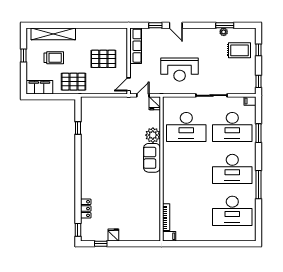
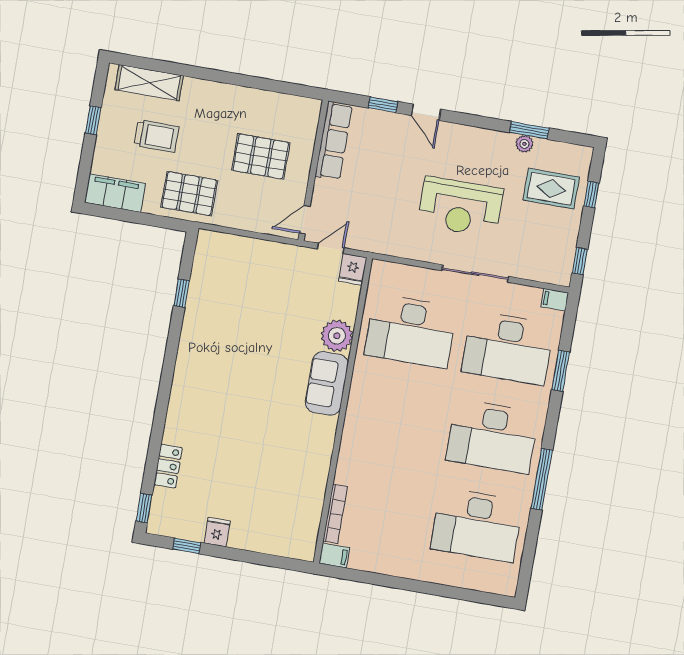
shelving: (53, 34) -> (149, 83), width x0.68
reception desk: (180, 70) -> (460, 207), moved

